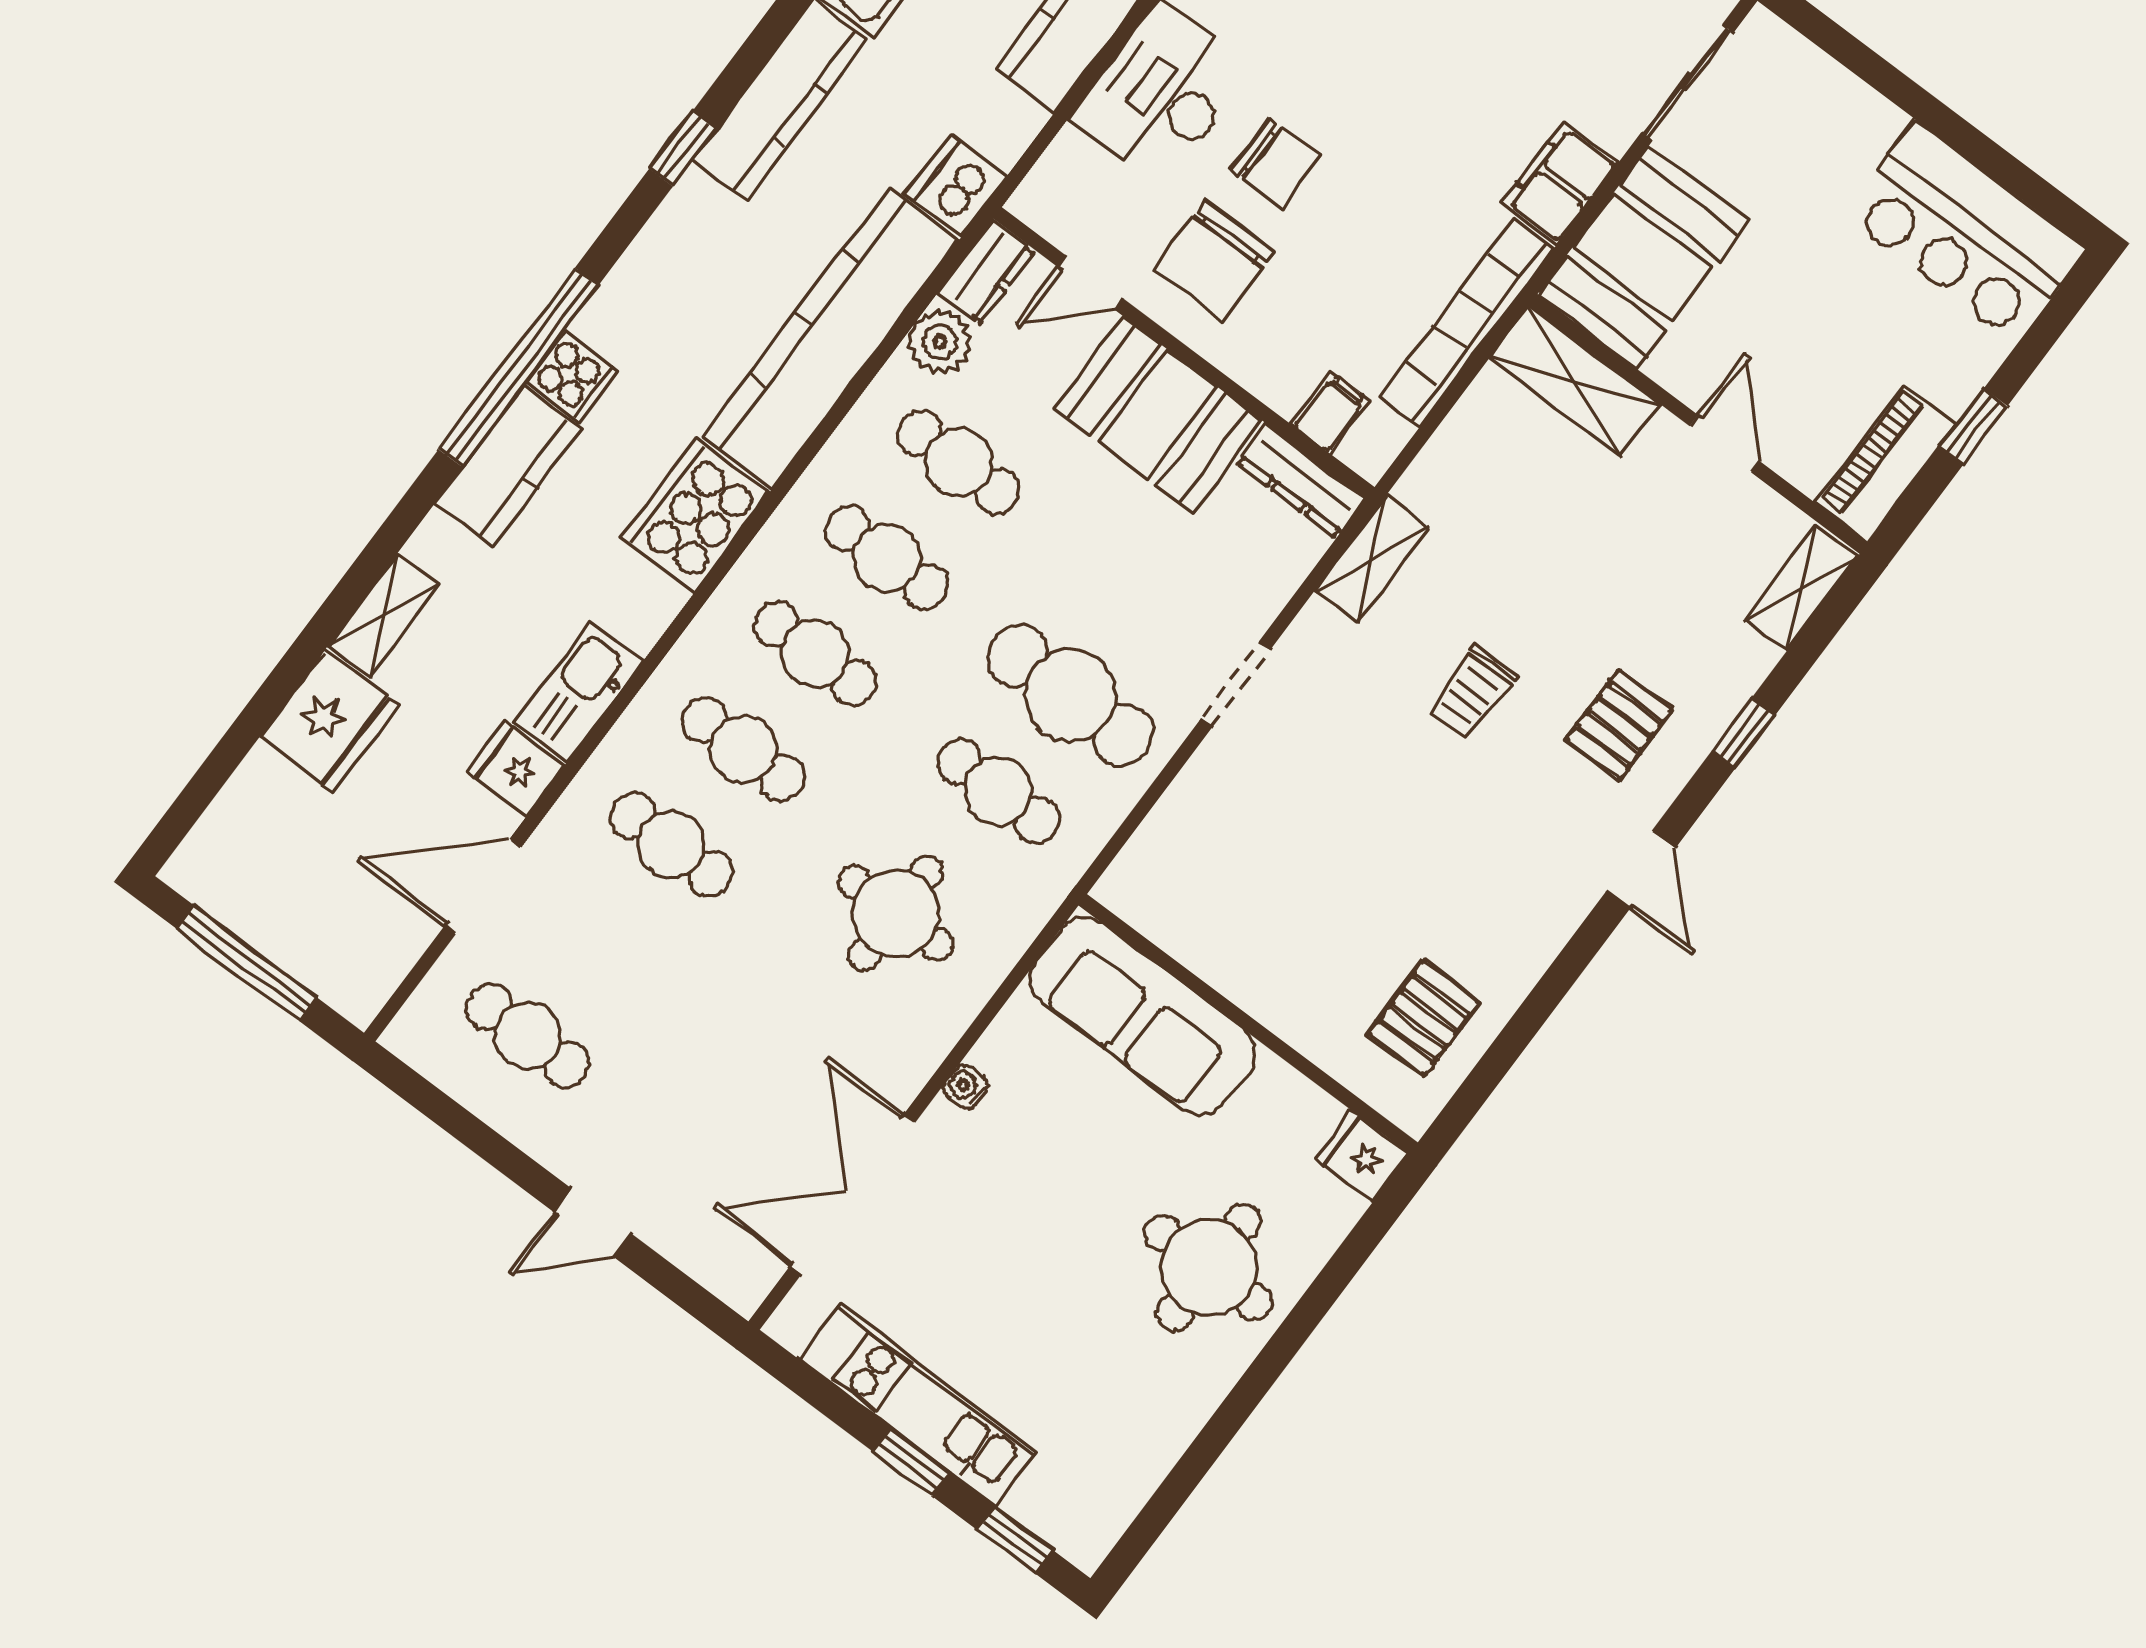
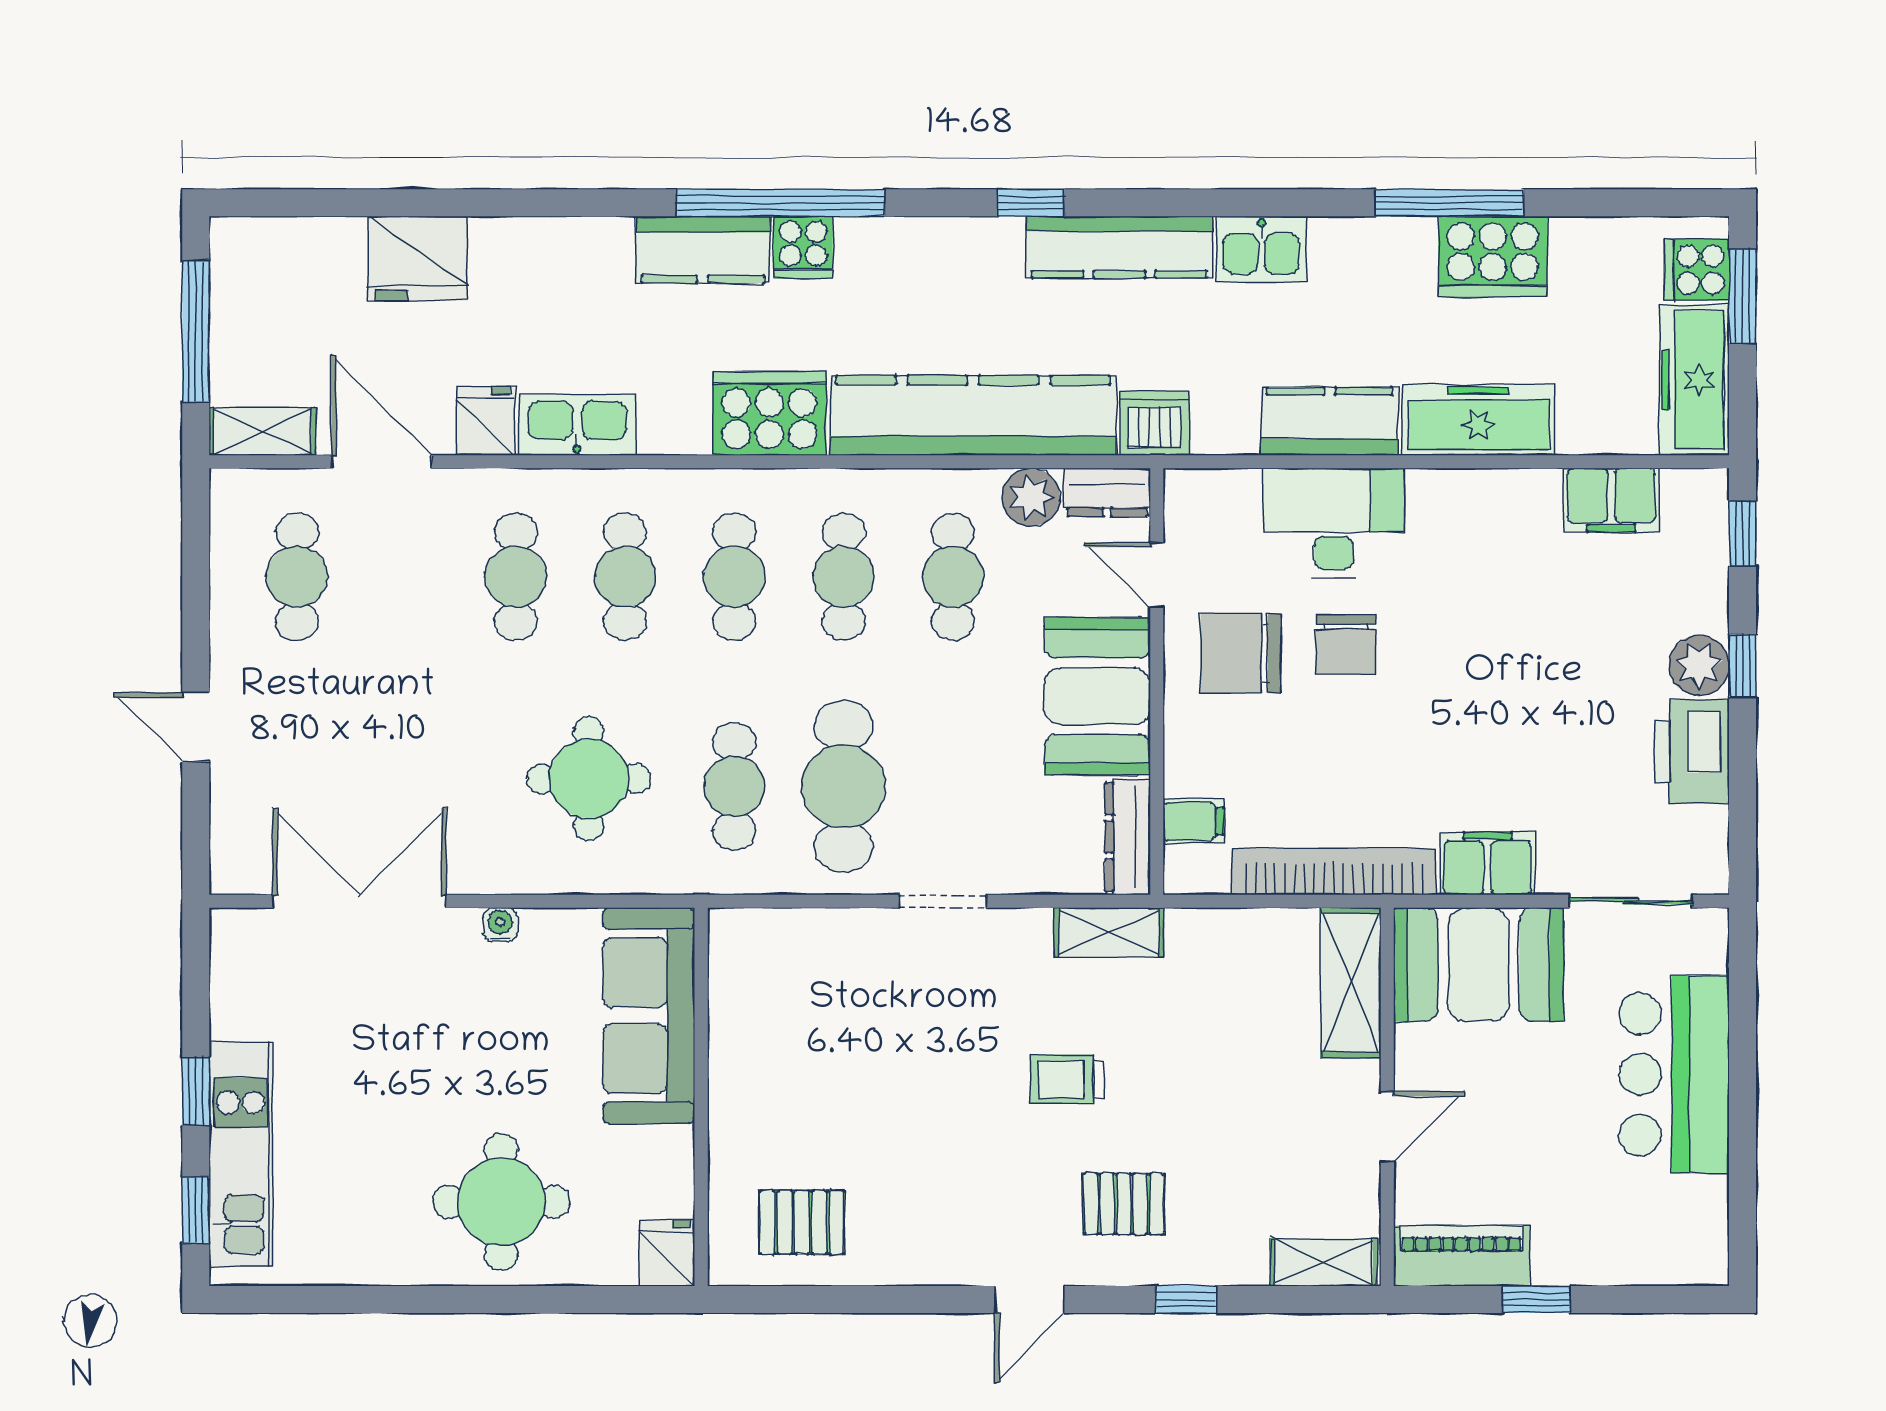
bar counter: (1966, 232) -> (1674, 1074), moved
shelving: (383, 615) -> (262, 431), moved
kitchen unit: (918, 1405) -> (241, 1154), moved

